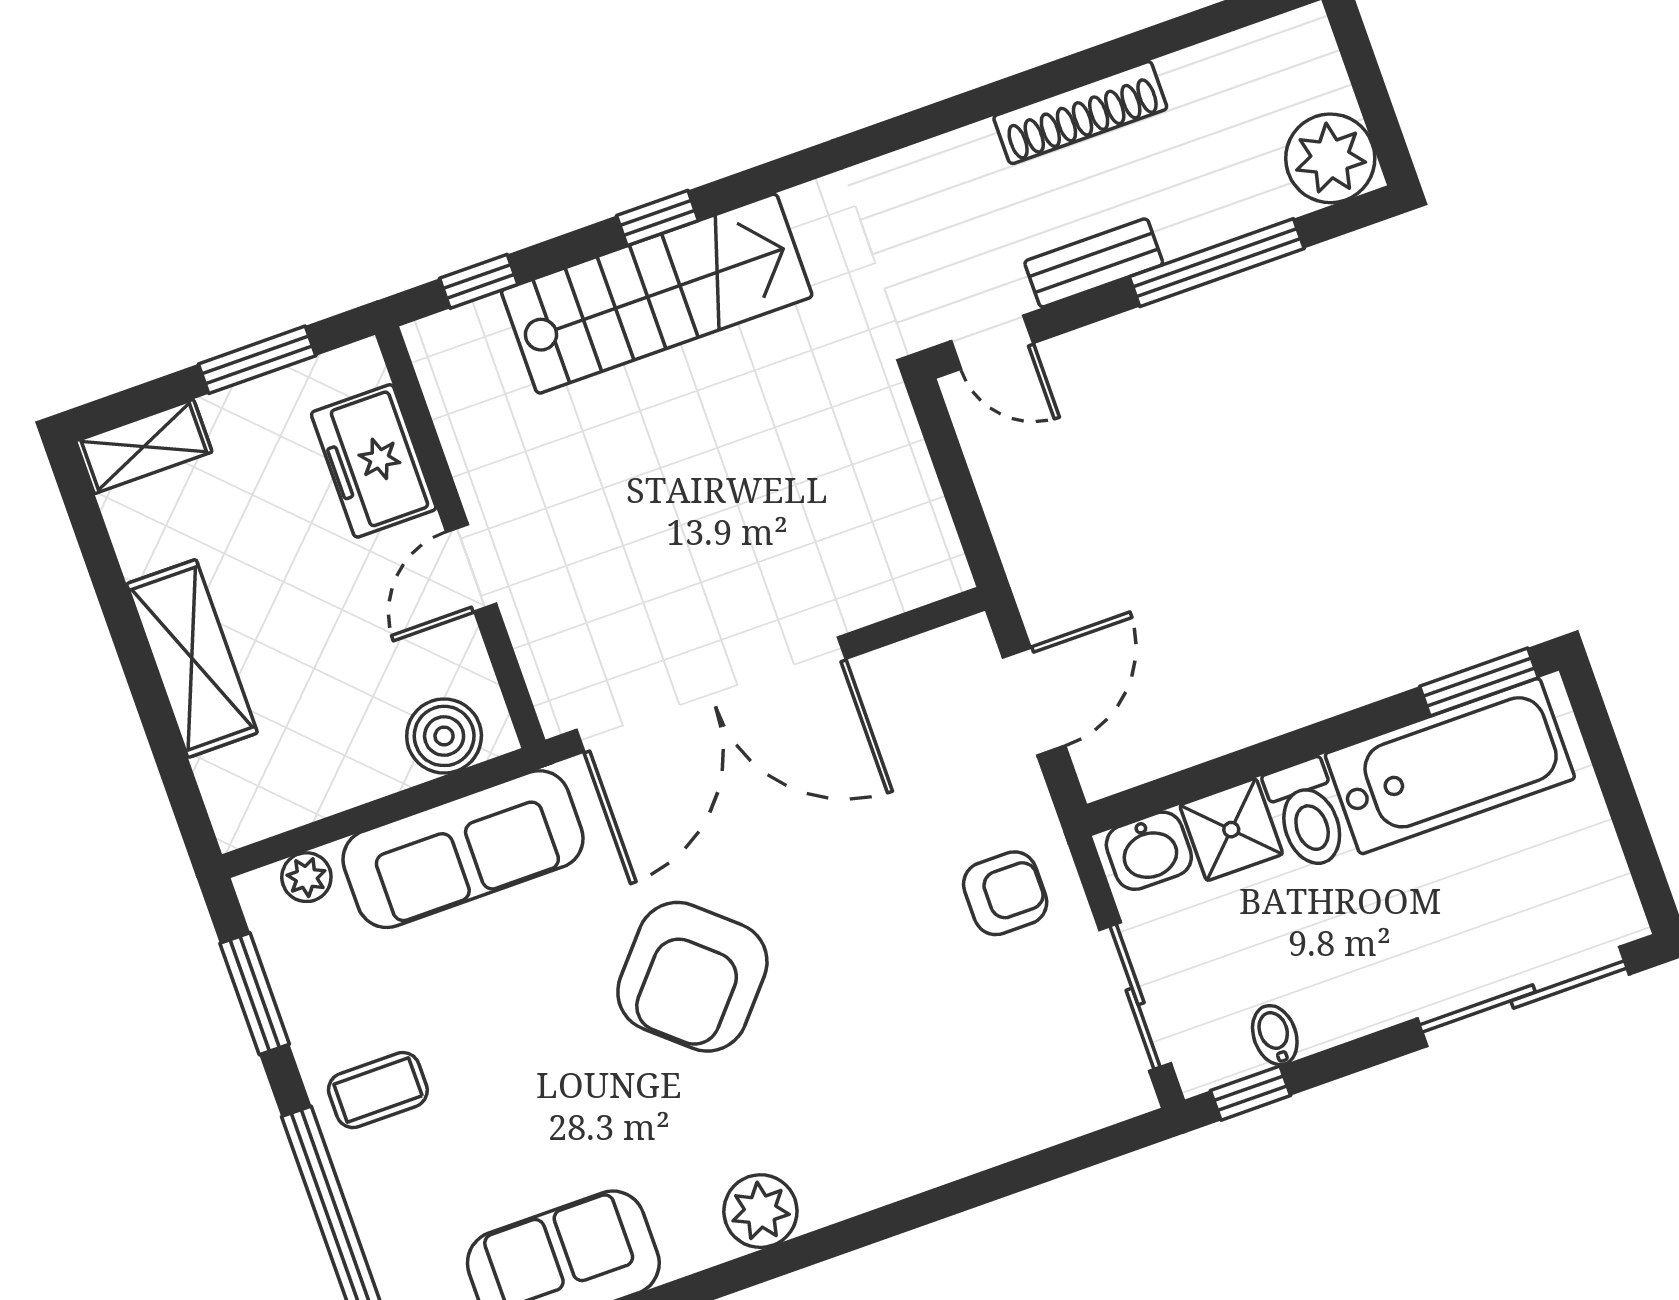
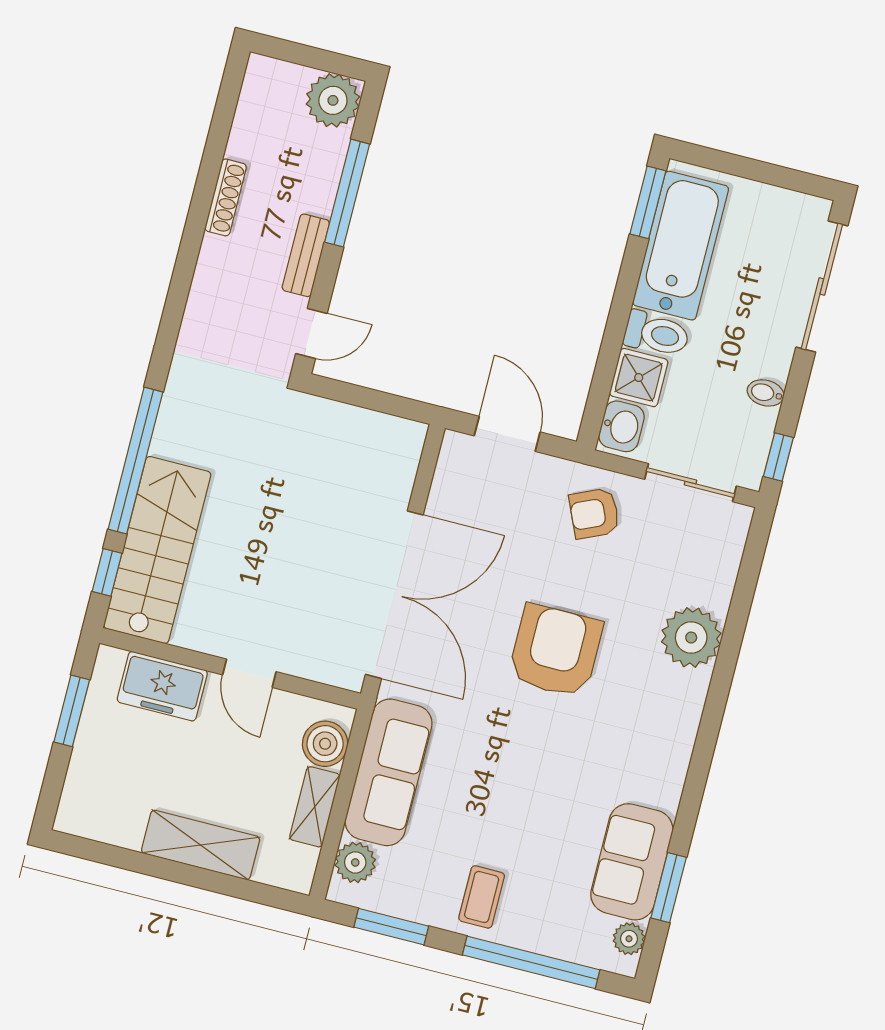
shoe rack: (1080, 113) -> (226, 197), width x0.74, depth x0.81
window: (657, 218) -> (135, 461), width x3.17
stairs: (657, 294) -> (157, 550), moved
shelving: (144, 447) -> (315, 807), moved
plant: (306, 877) -> (355, 862), width x1.38, depth x1.38
armchair: (1005, 893) -> (594, 513), turned -114
armchair: (692, 977) -> (555, 651), moved, turned -131
bidet: (1275, 1035) -> (766, 393), moved
plant: (760, 1211) -> (691, 638), moved, width x1.36, depth x1.36

